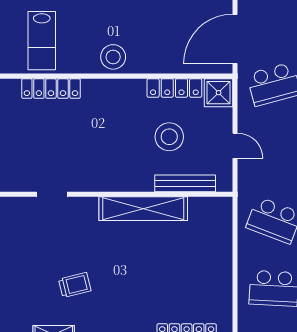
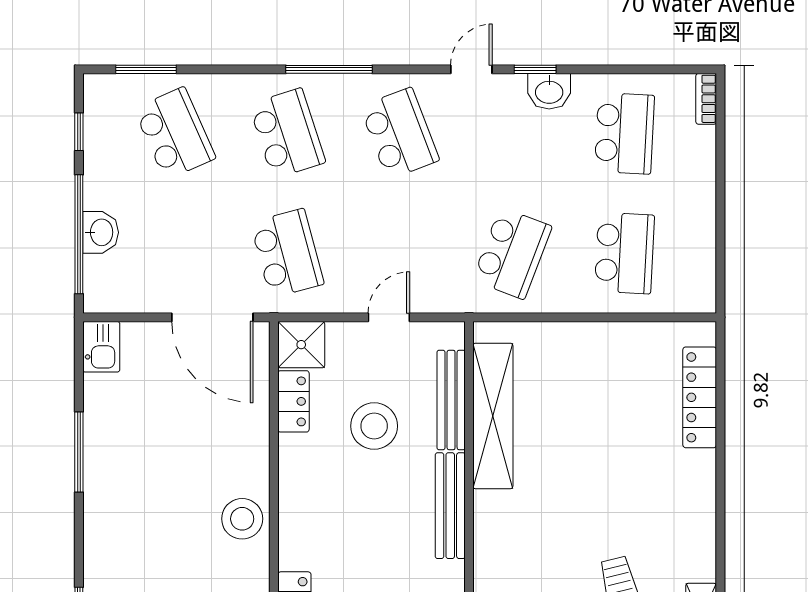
locker: (174, 88) -> (293, 401), width x0.66
bench: (121, 183) -> (450, 506), added
shelving: (143, 209) -> (493, 416), moved

